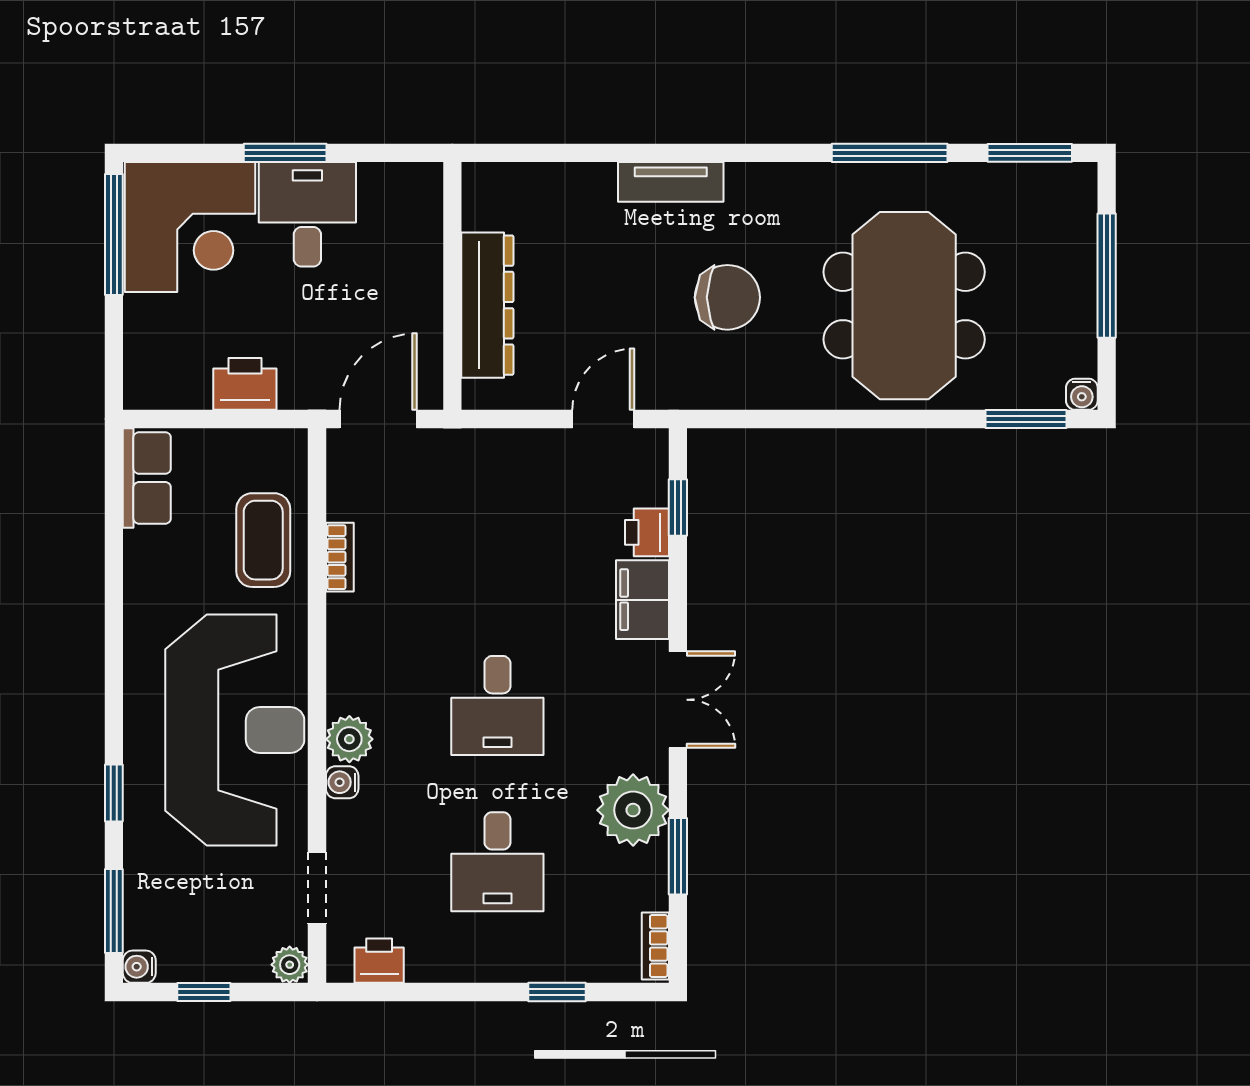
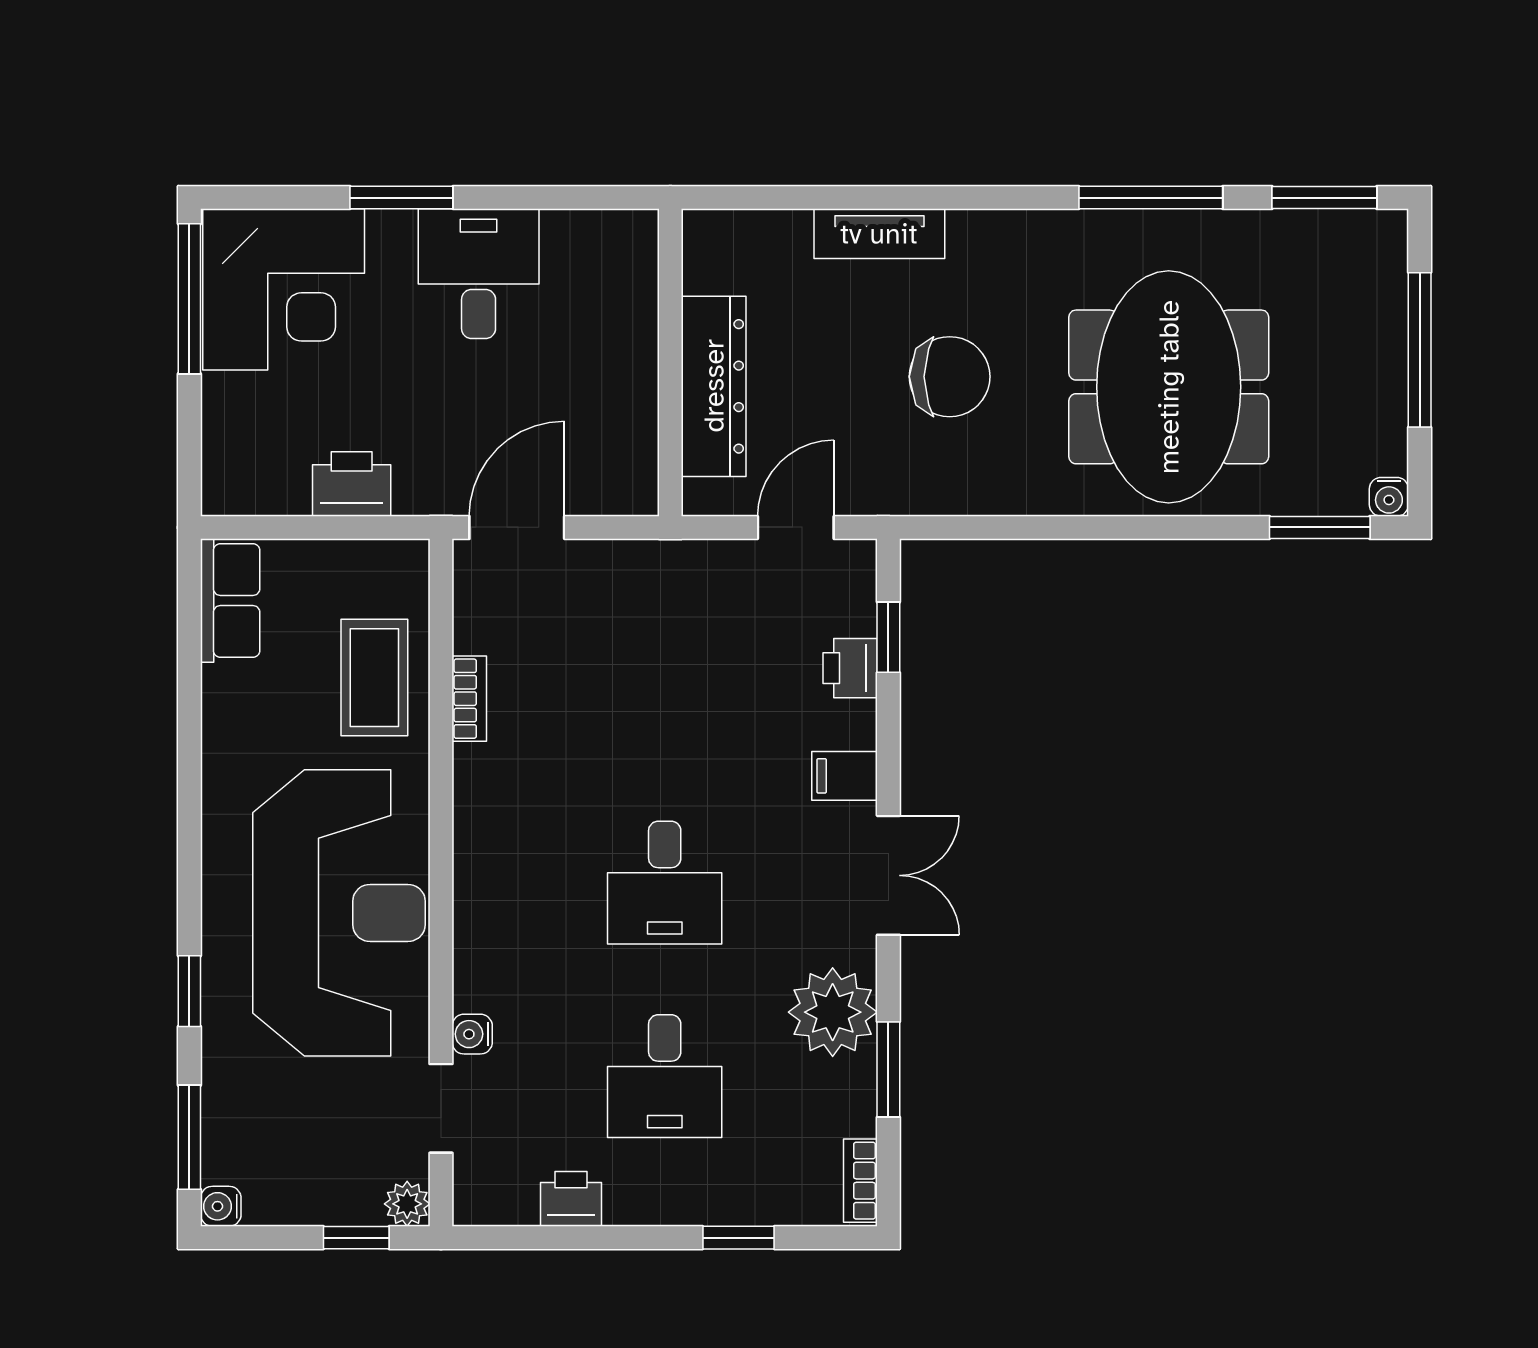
desk: (307, 214) -> (479, 274), moved
wall: (452, 286) -> (670, 363), moved
dresser: (487, 305) -> (714, 386), moved
filing cabinet: (643, 600) -> (844, 776), width x0.50
plant: (349, 739) -> (481, 924), removed
water cooler: (342, 782) -> (472, 1034), moved
printer: (379, 961) -> (571, 1199), moved
window: (204, 992) -> (356, 1238), moved

